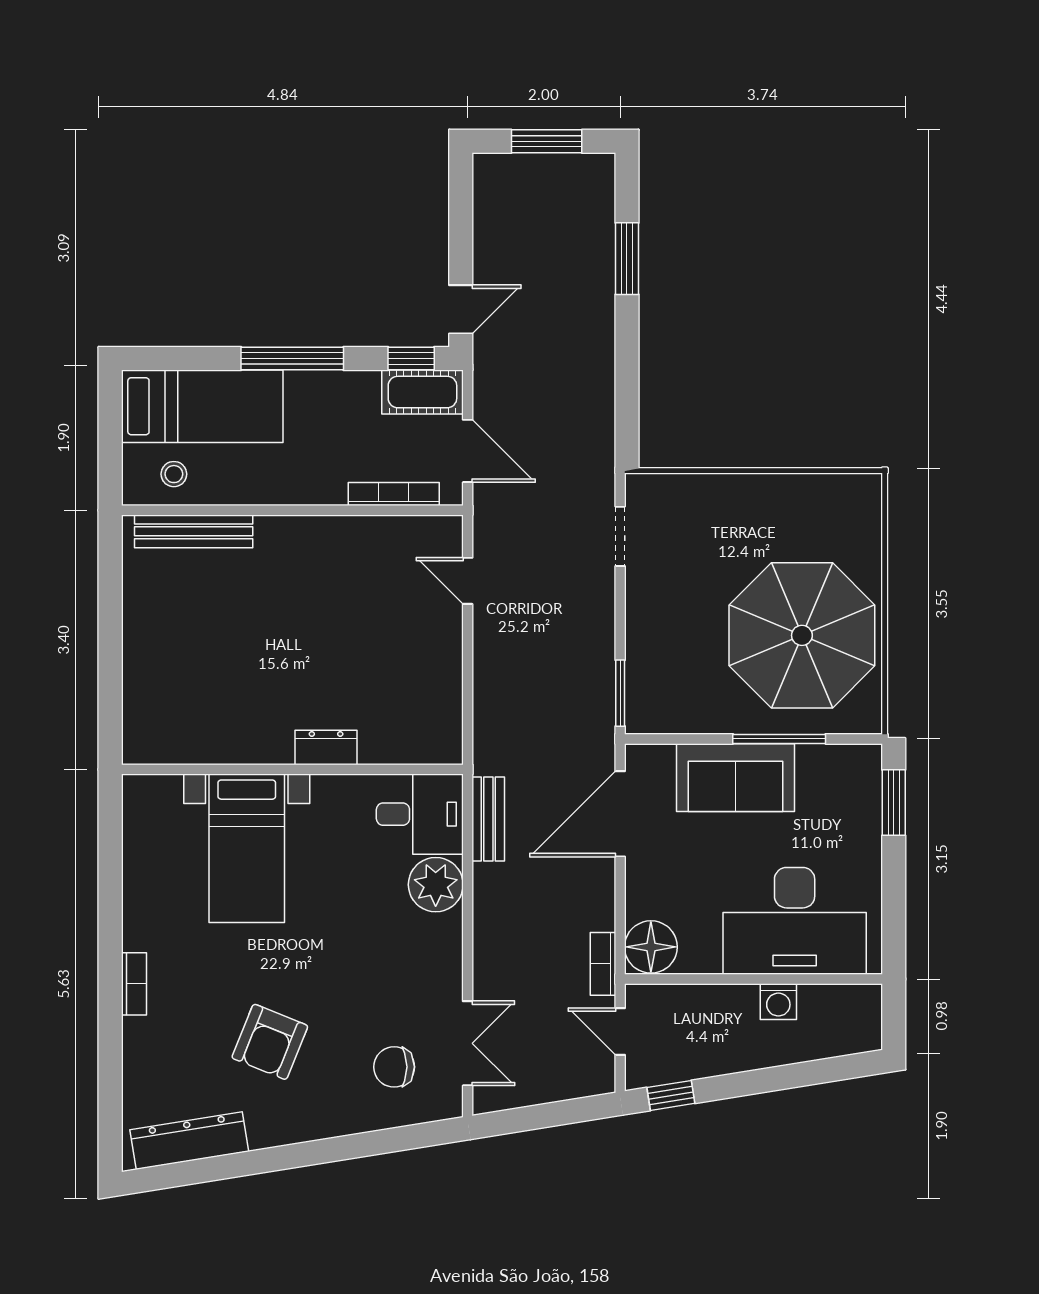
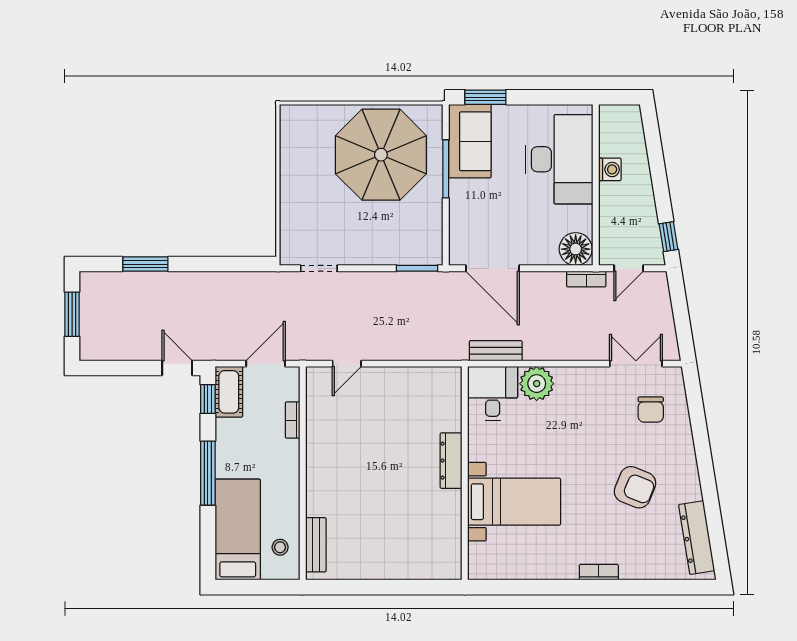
bookcase: (394, 494) -> (293, 420), width x0.64
bench: (194, 531) -> (316, 545), width x0.73
dresser: (326, 748) -> (451, 461), width x1.44
sofa: (736, 778) -> (470, 141), moved

